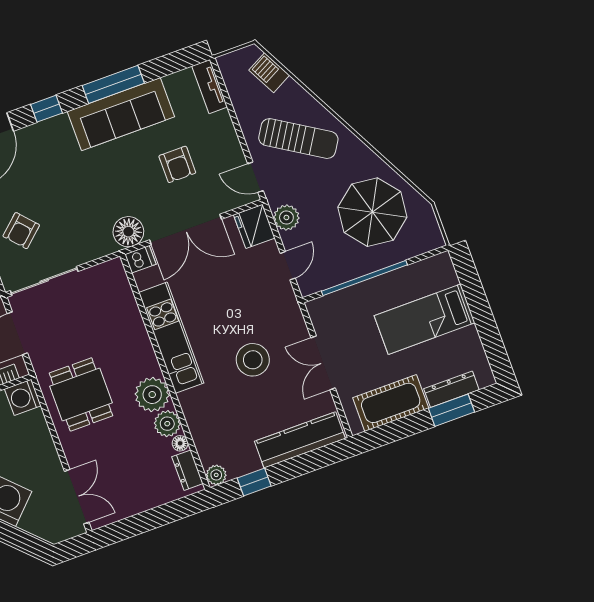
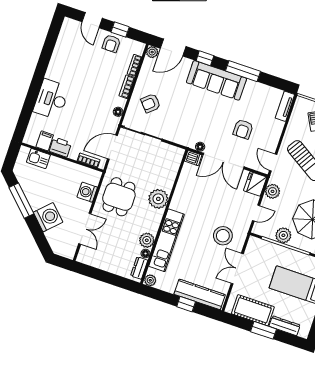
sofa: (121, 114) -> (216, 80), moved
floor lamp: (128, 232) -> (200, 147), width x0.53, depth x0.53
plant: (350, 266) -> (283, 235), added
kitchen unit: (171, 338) -> (167, 240), moved
stool: (253, 360) -> (223, 236), moved
plant: (152, 395) -> (158, 199), moved
washing machine: (23, 397) -> (87, 192), moved
window: (451, 410) -> (263, 330), moved
window: (254, 482) -> (186, 304), moved
double door: (77, 497) -> (85, 229), moved

